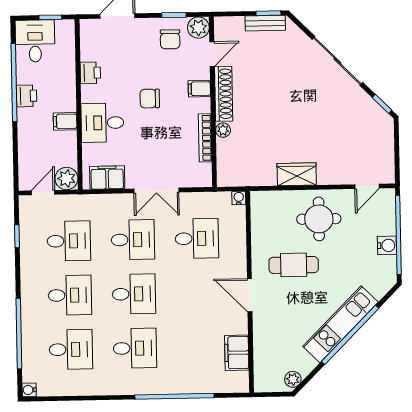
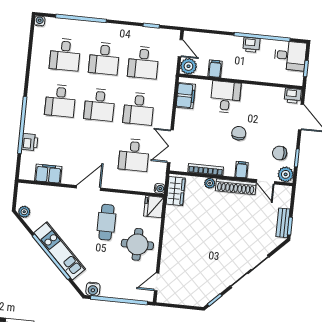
printer: (90, 73) -> (293, 96), moved
filing cabinet: (65, 121) -> (215, 69), moved
wardrobe: (297, 174) -> (176, 191), moved
door: (367, 186) -> (157, 282), hinge flipped
double door: (156, 190) -> (170, 146), moved
fridge: (265, 203) -> (154, 207), added
water cooler: (387, 245) -> (93, 289), moved
printer: (196, 383) -> (30, 142), added

